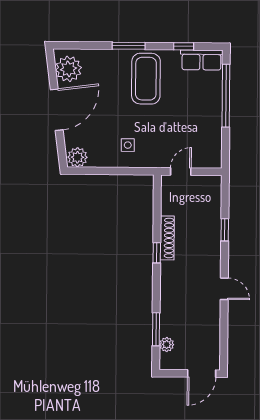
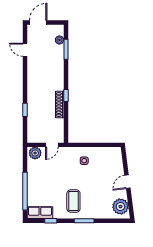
coffee table: (146, 79) -> (73, 201), width x0.73, depth x0.76
door: (57, 110) -> (127, 182), width x0.53
plant: (77, 157) -> (35, 153), moved
door: (224, 289) -> (25, 50), moved

